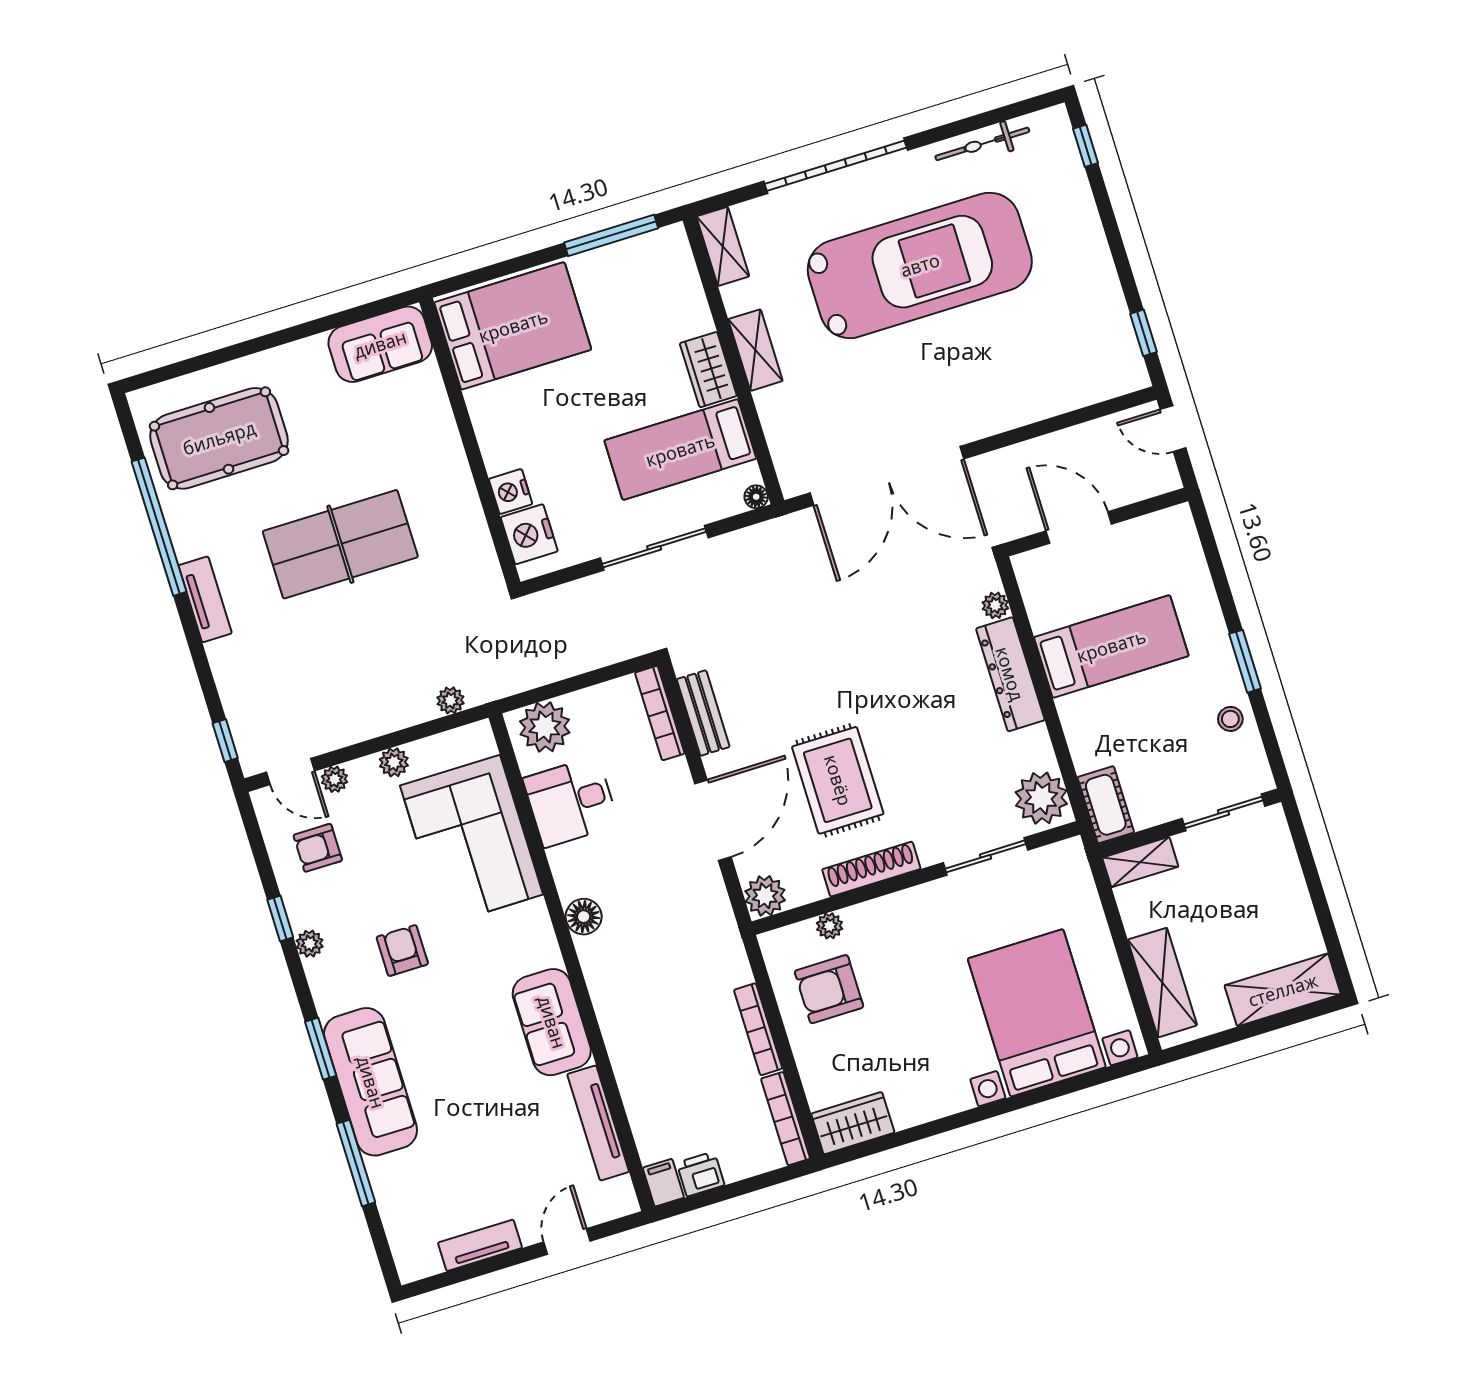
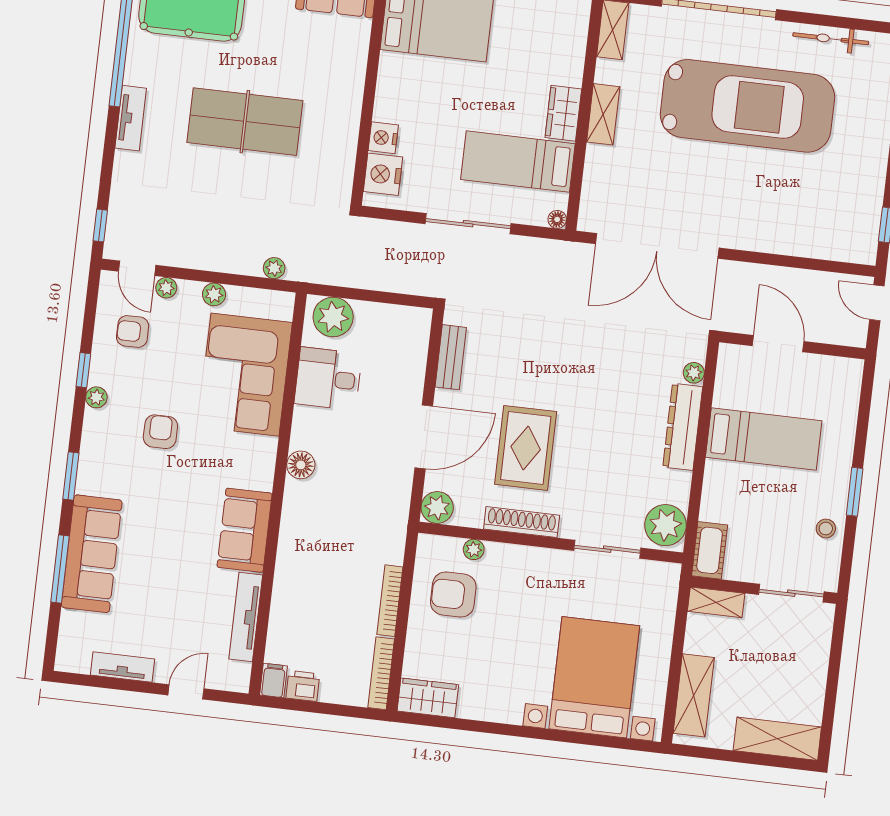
bookcase: (660, 713) -> (420, 344), removed
sofa: (371, 1082) -> (92, 554), moved

